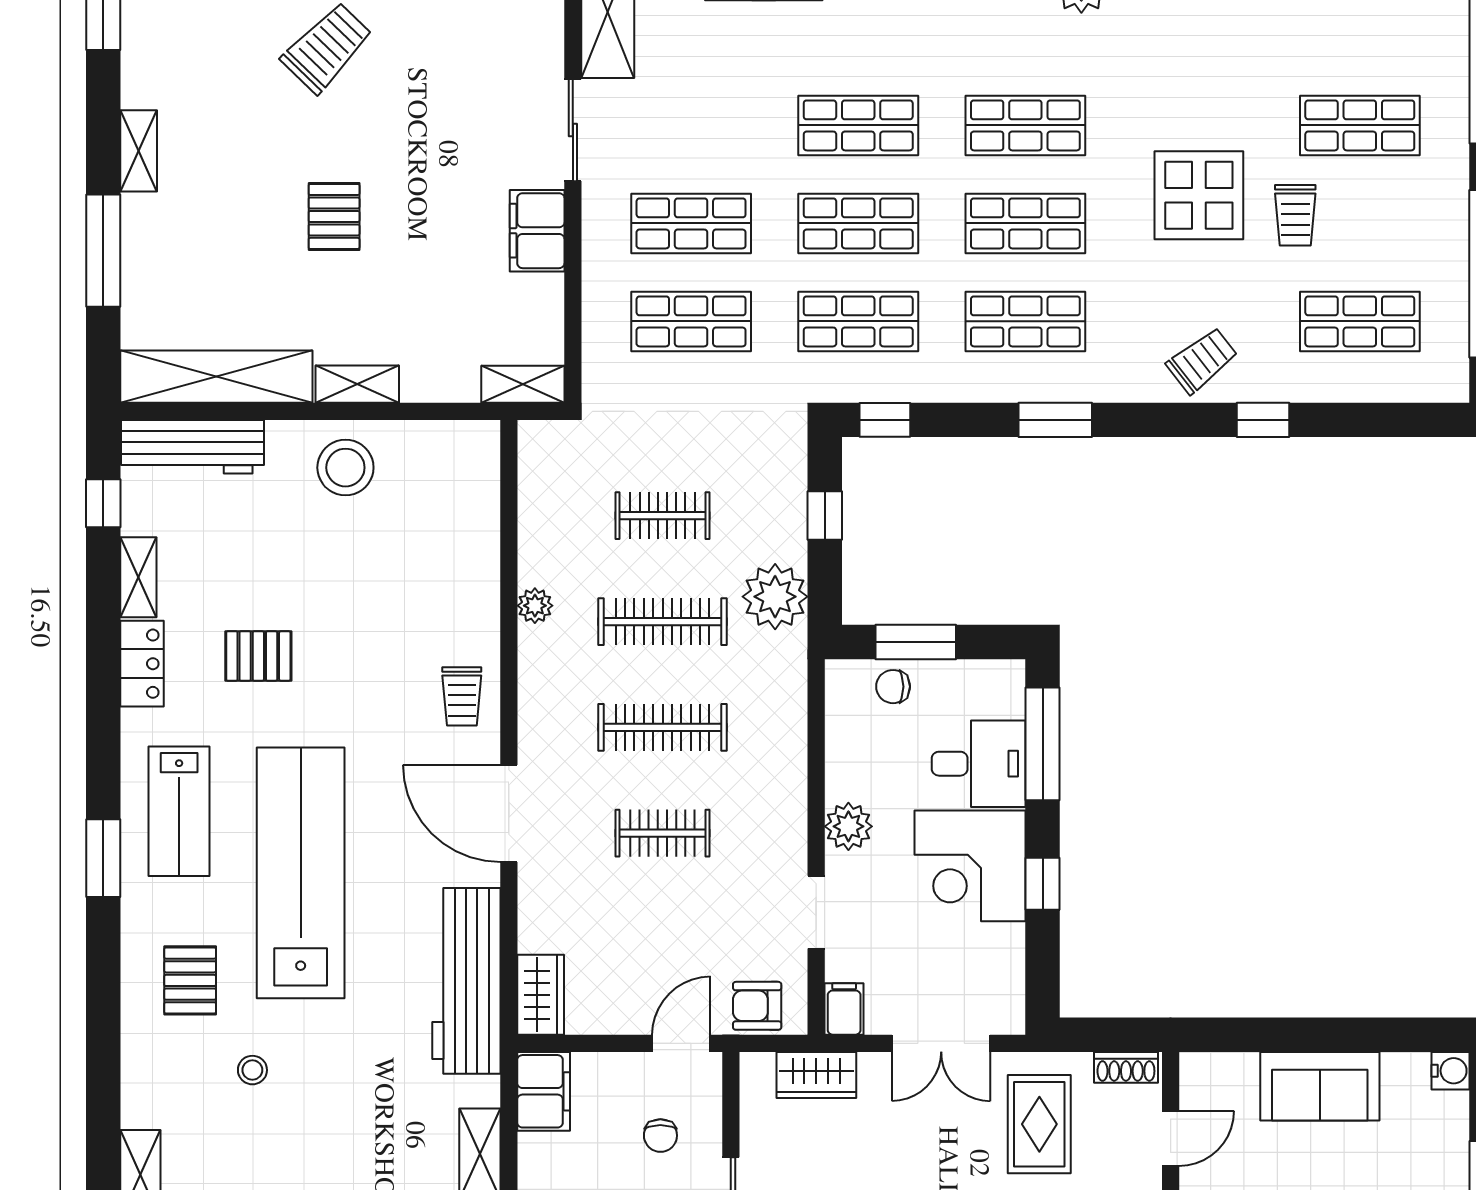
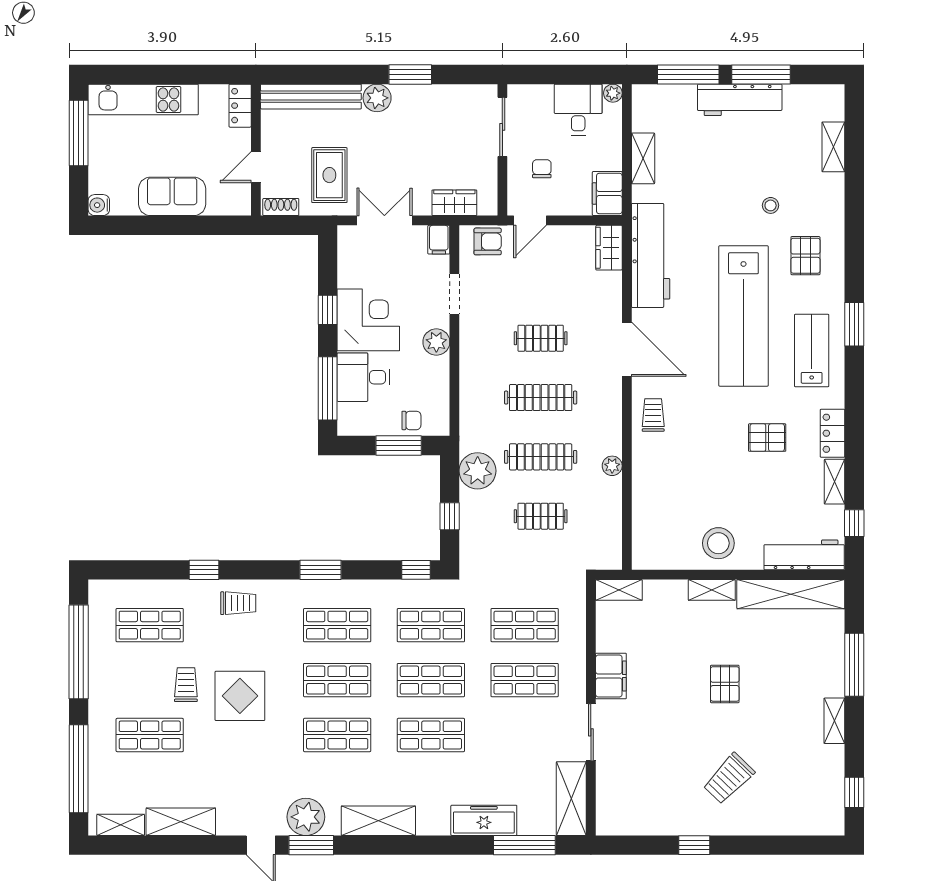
trolley: (1202, 361) -> (238, 603), turned -142

